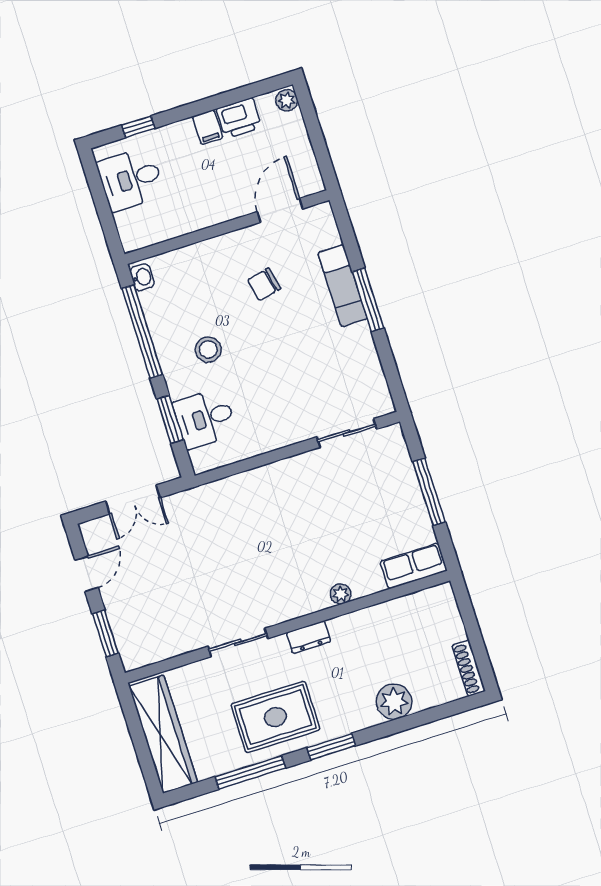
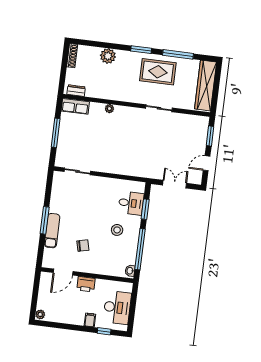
printer: (239, 118) -> (86, 284), moved, turned 180
filing cabinet: (208, 127) -> (90, 320), moved
desk: (131, 179) -> (117, 307), width x1.37
dresser: (309, 637) -> (76, 91), moved

